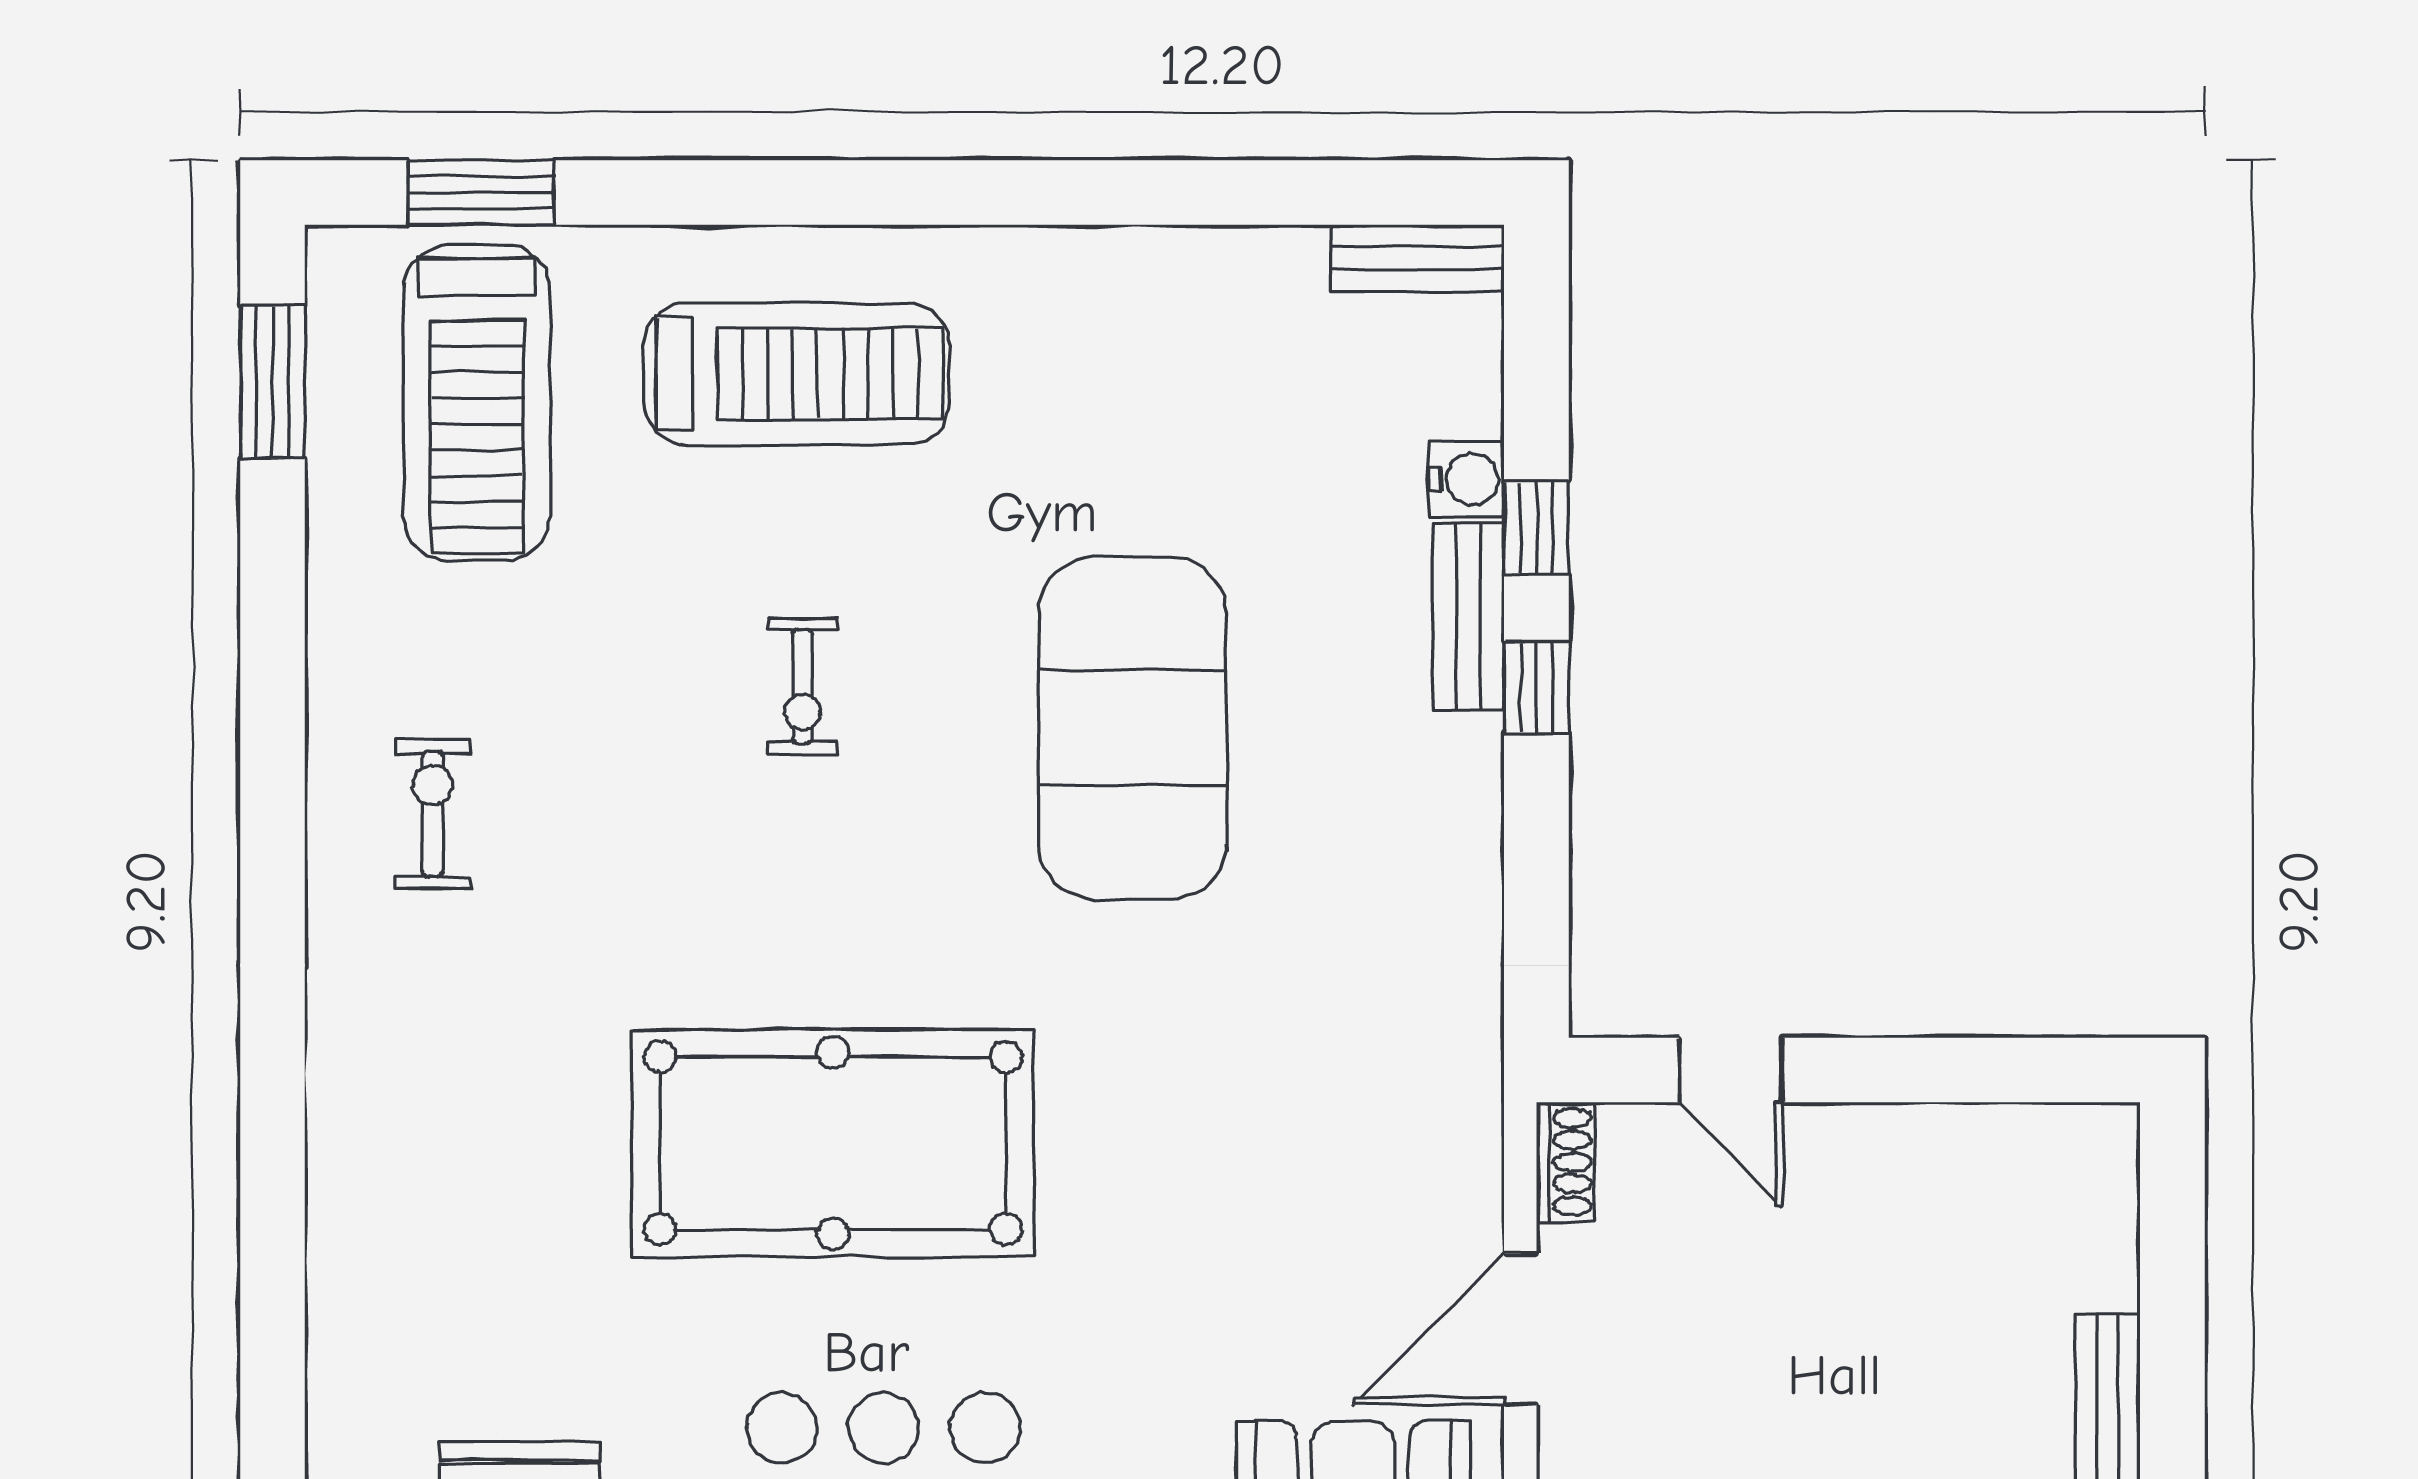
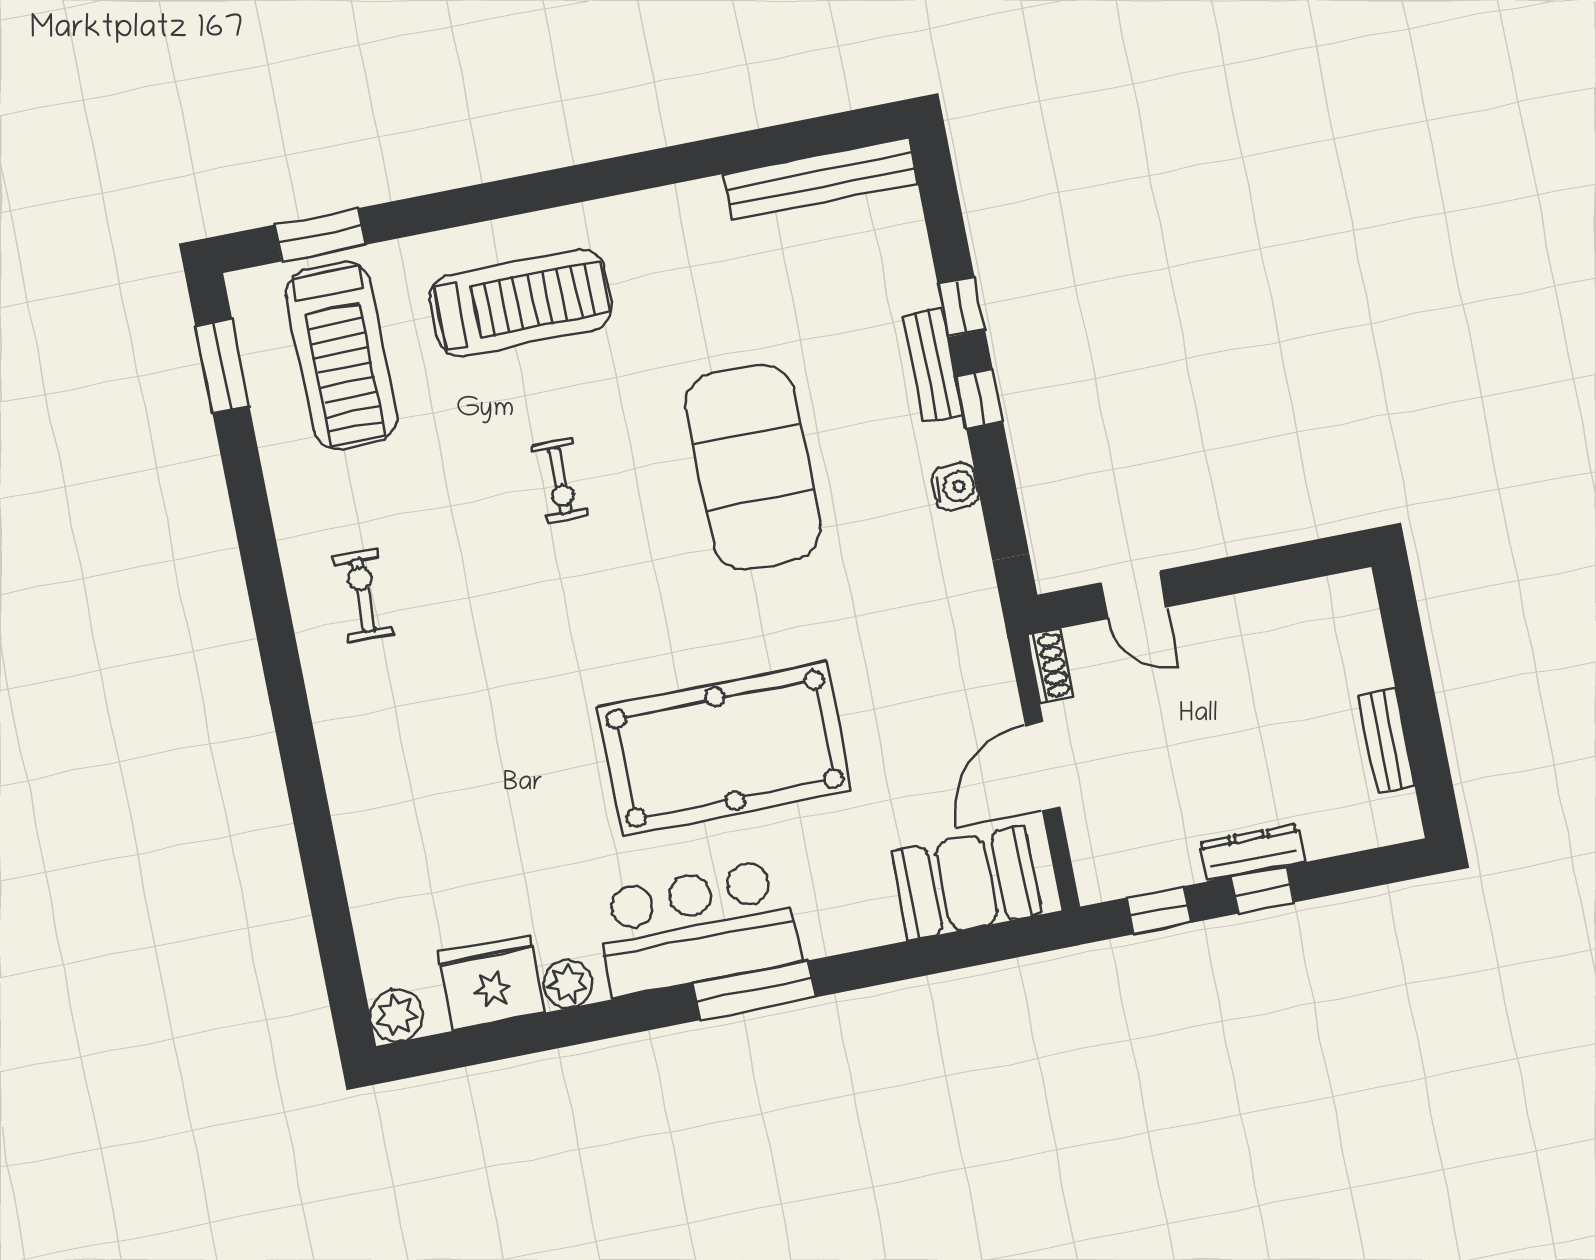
bench: (1417, 258) -> (820, 179), width x1.86, depth x1.21
water cooler: (1466, 479) -> (955, 487), moved
pool table: (833, 1143) -> (725, 749), moved

